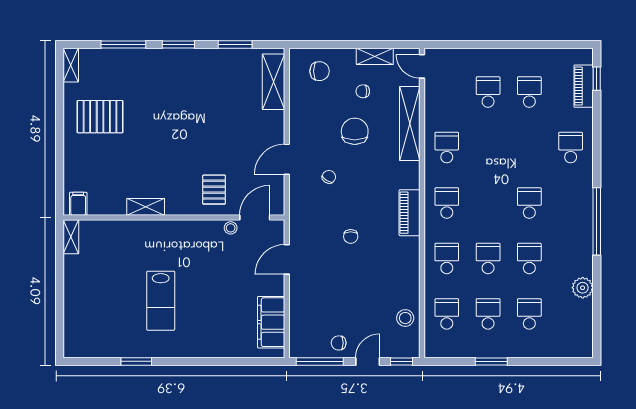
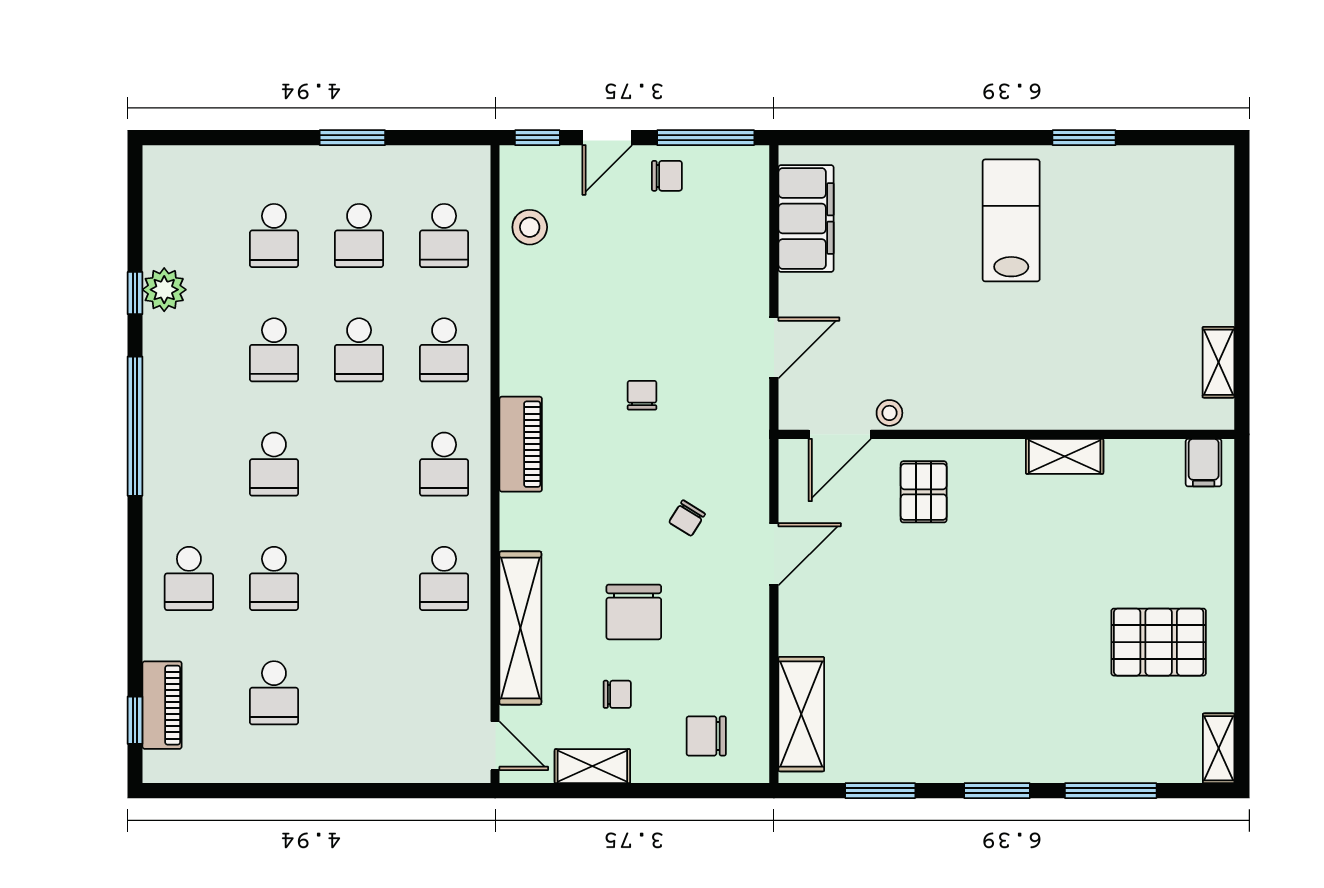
school desk: (488, 92) -> (274, 578), moved
shelving: (71, 237) -> (1218, 362), moved
window: (597, 286) -> (135, 293), added
lab bench: (161, 301) -> (1011, 220), moved

